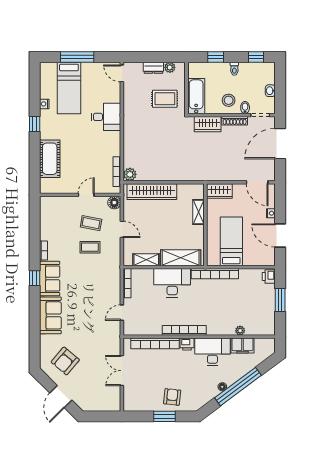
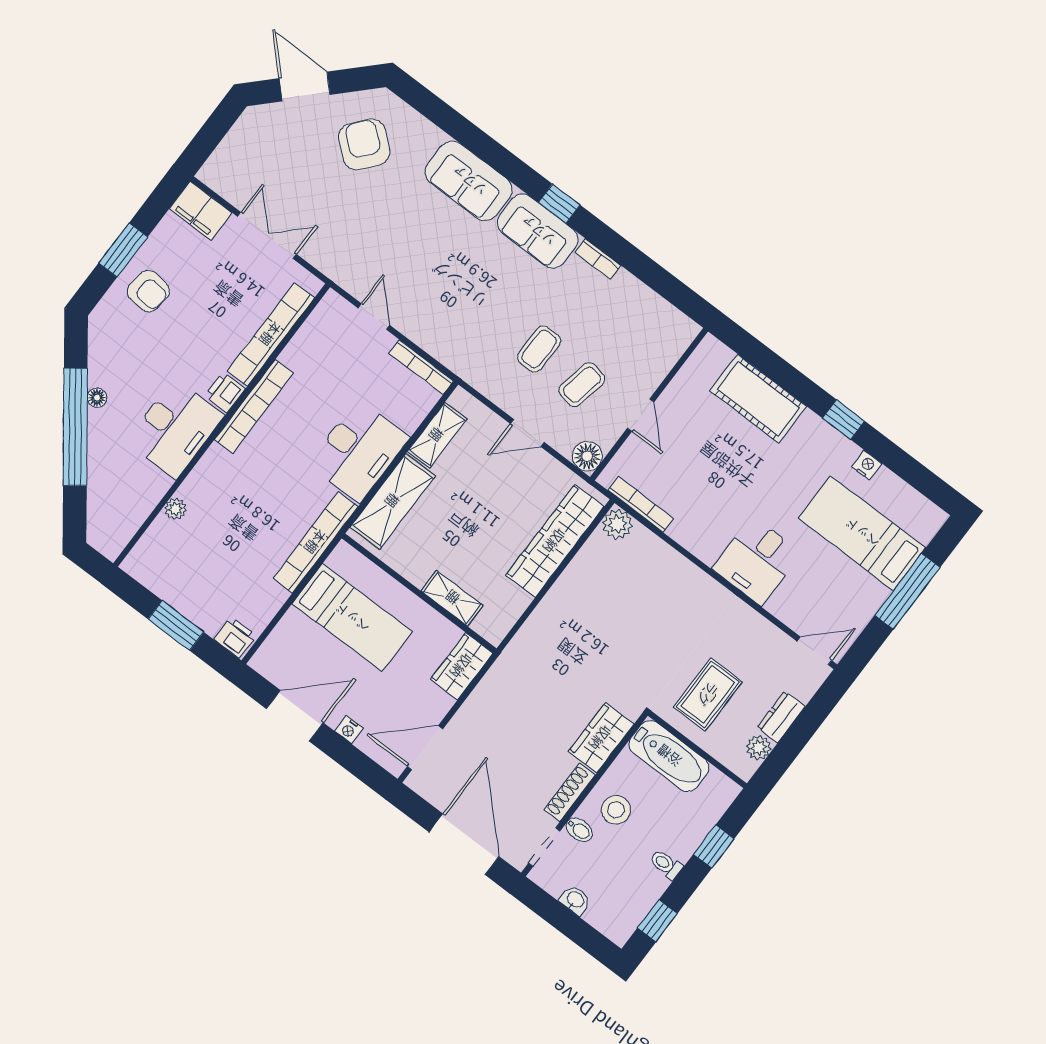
filing cabinet: (243, 345) -> (201, 211), moved, turned -90

